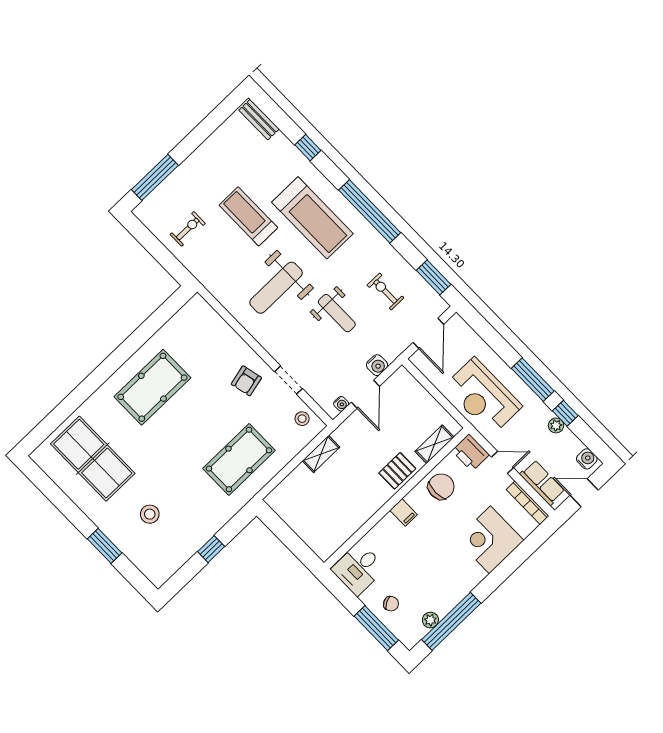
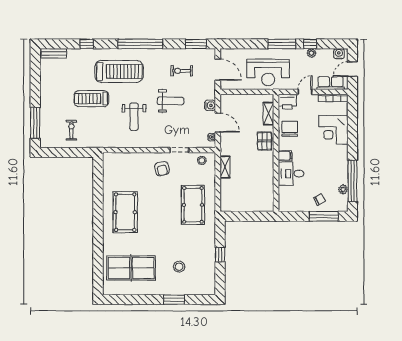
weight bench: (276, 288) -> (134, 117), width x0.73, depth x0.75
desk: (359, 569) -> (291, 174), moved, turned 90

